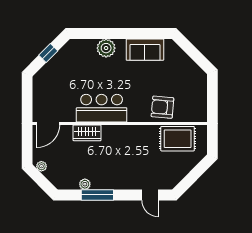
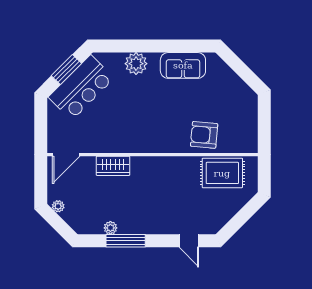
window: (48, 53) -> (66, 70), width x1.50
bar counter: (102, 108) -> (81, 88), moved, turned 135

